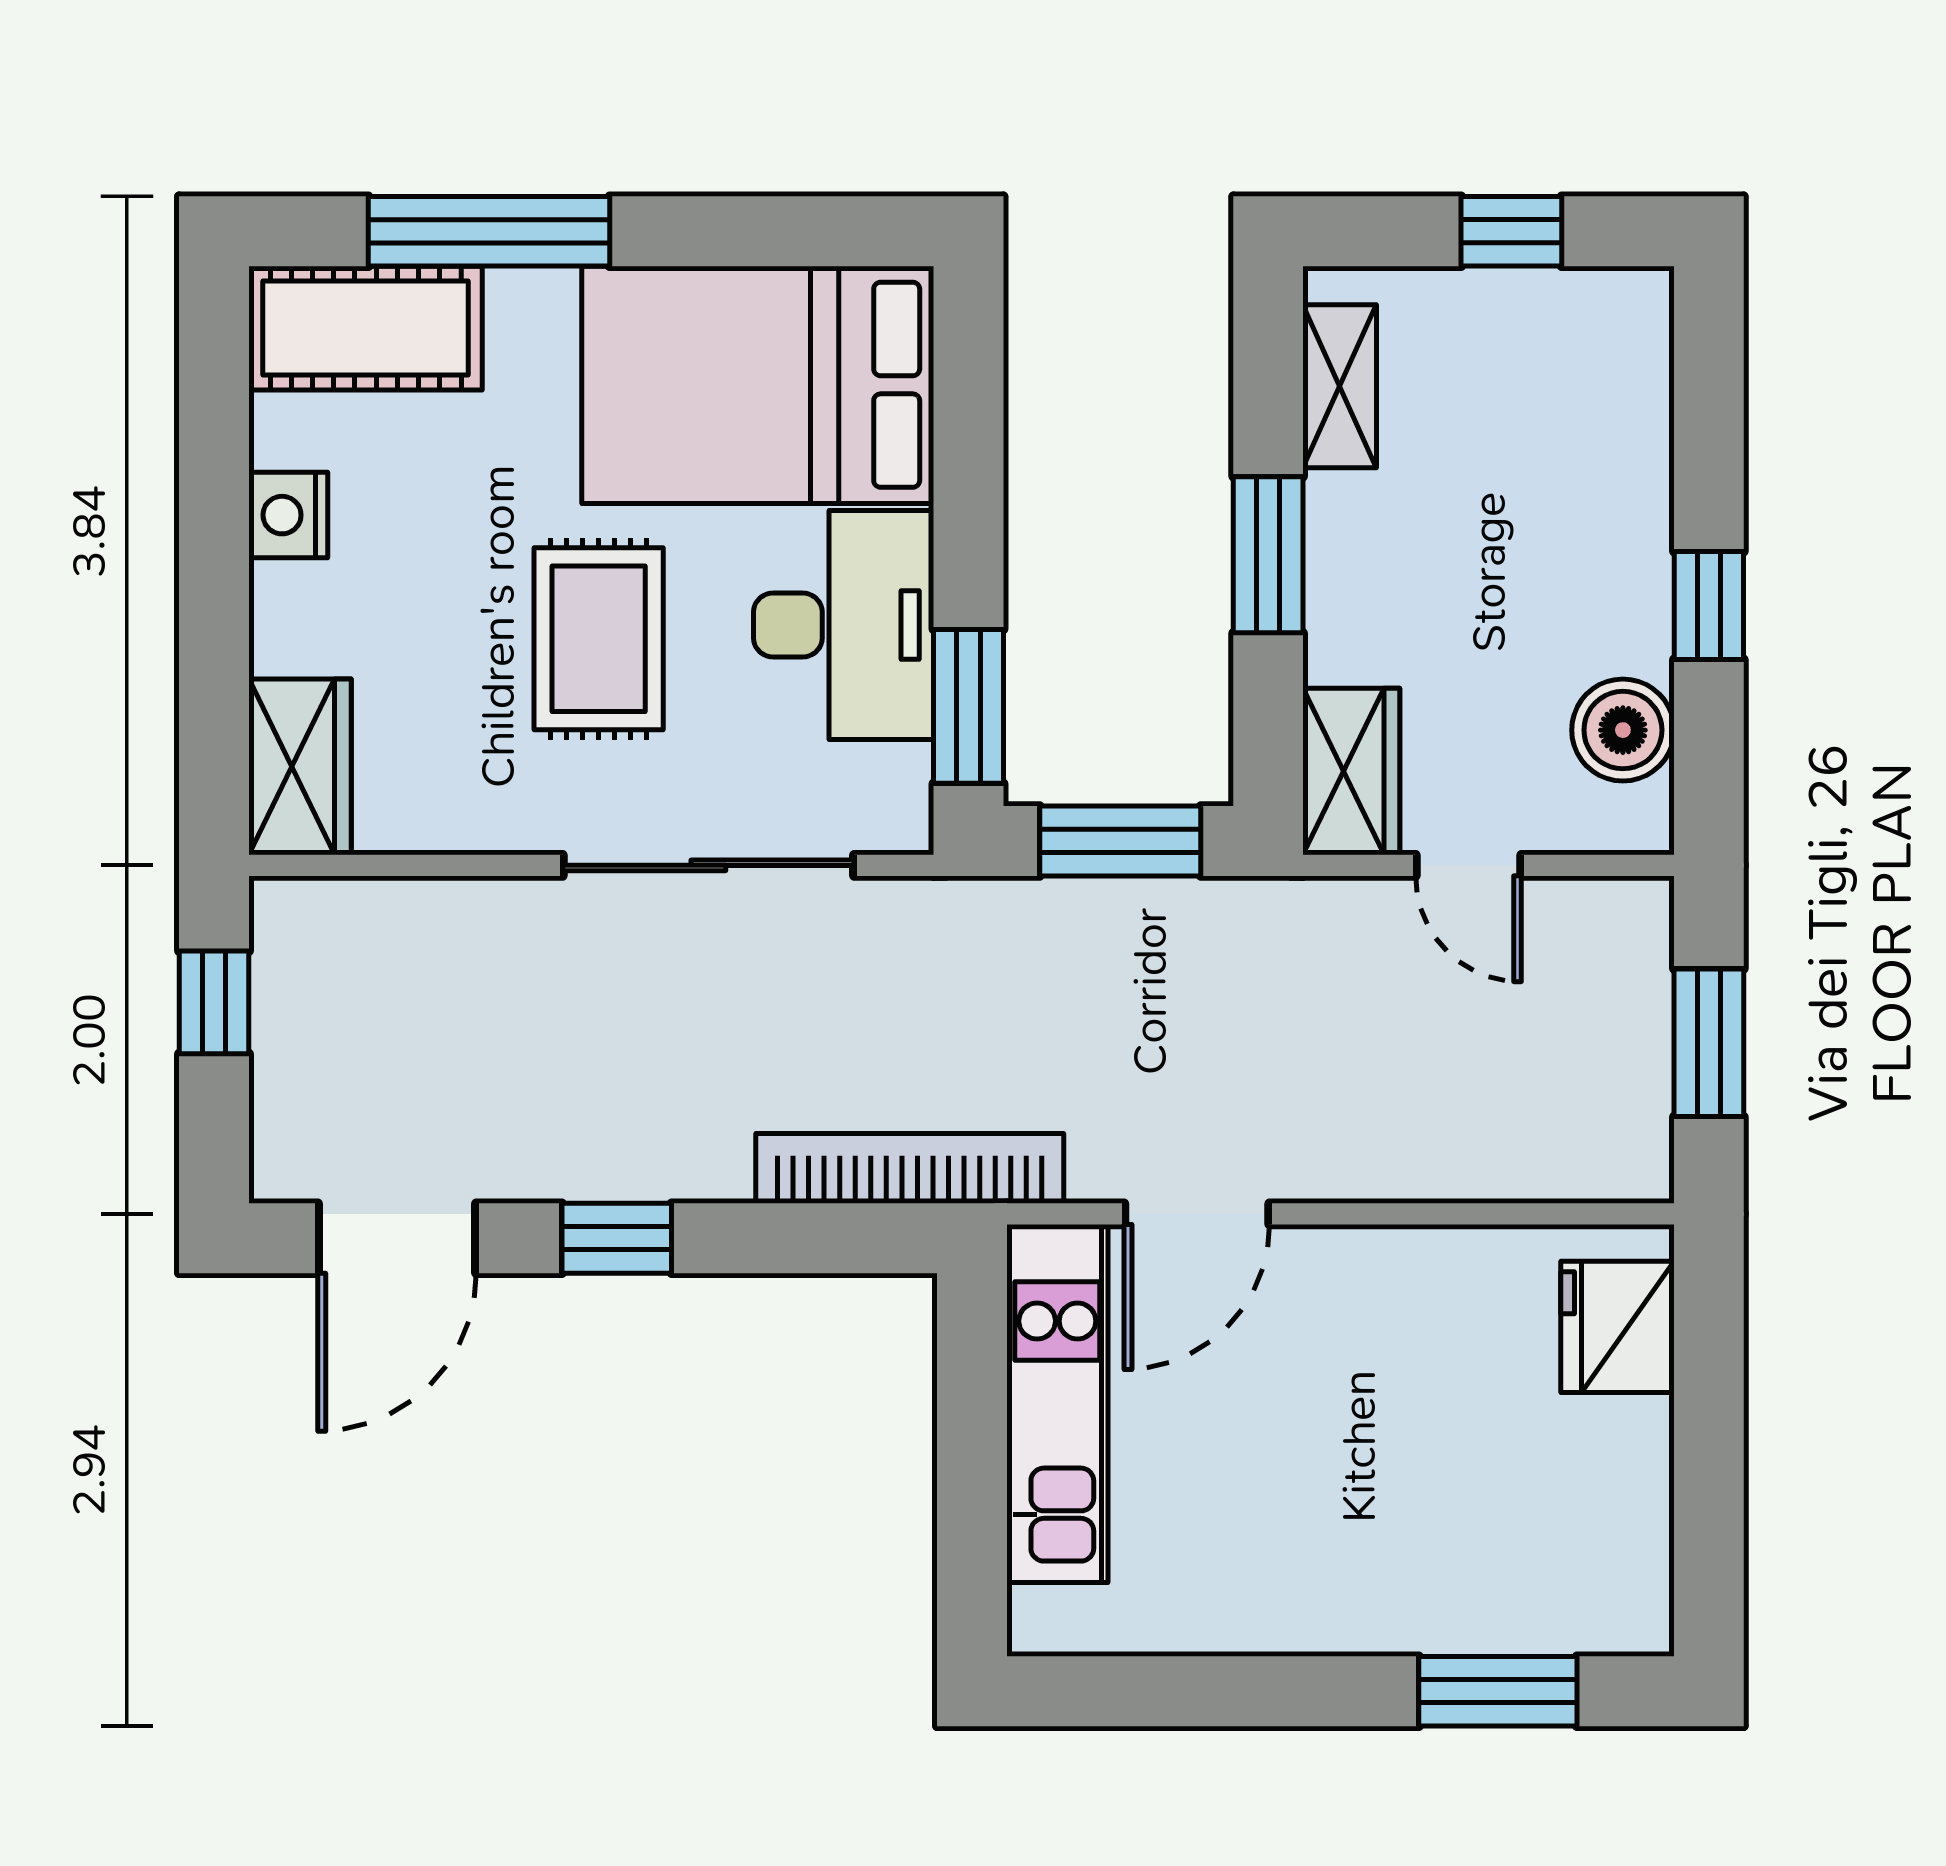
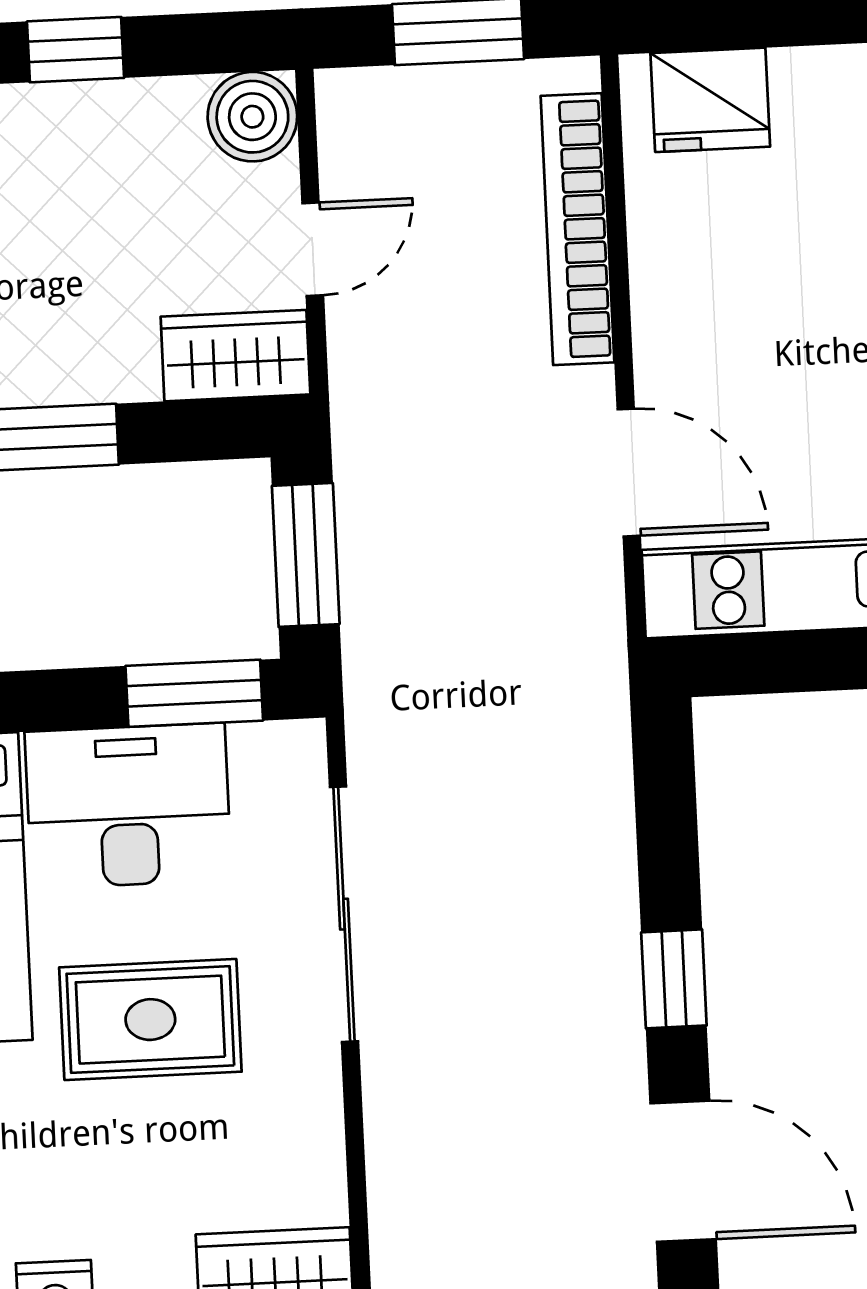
boiler: (1623, 730) -> (252, 117), moved
bookcase: (910, 1168) -> (577, 229), moved

